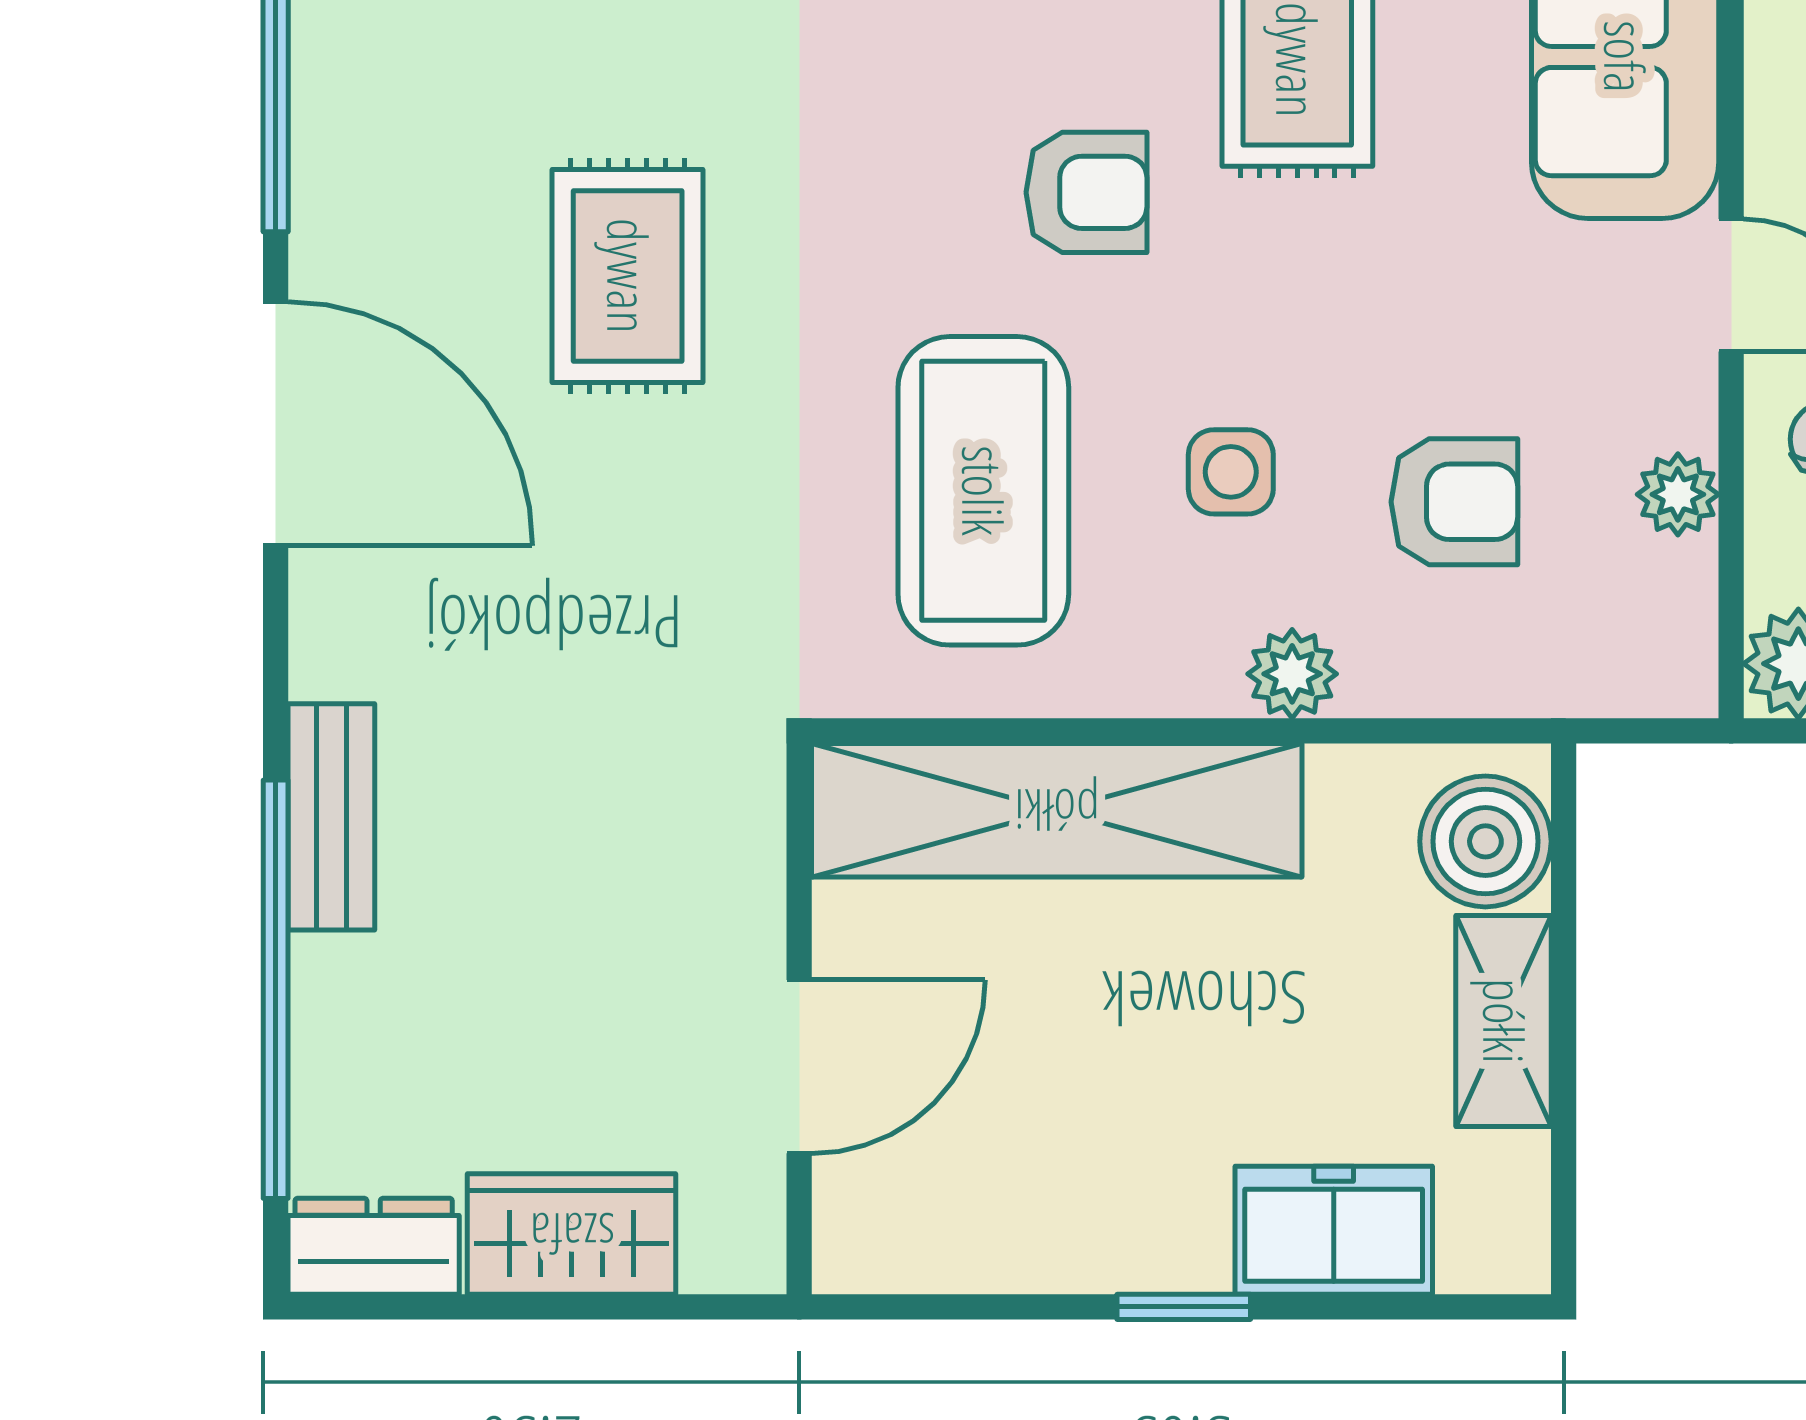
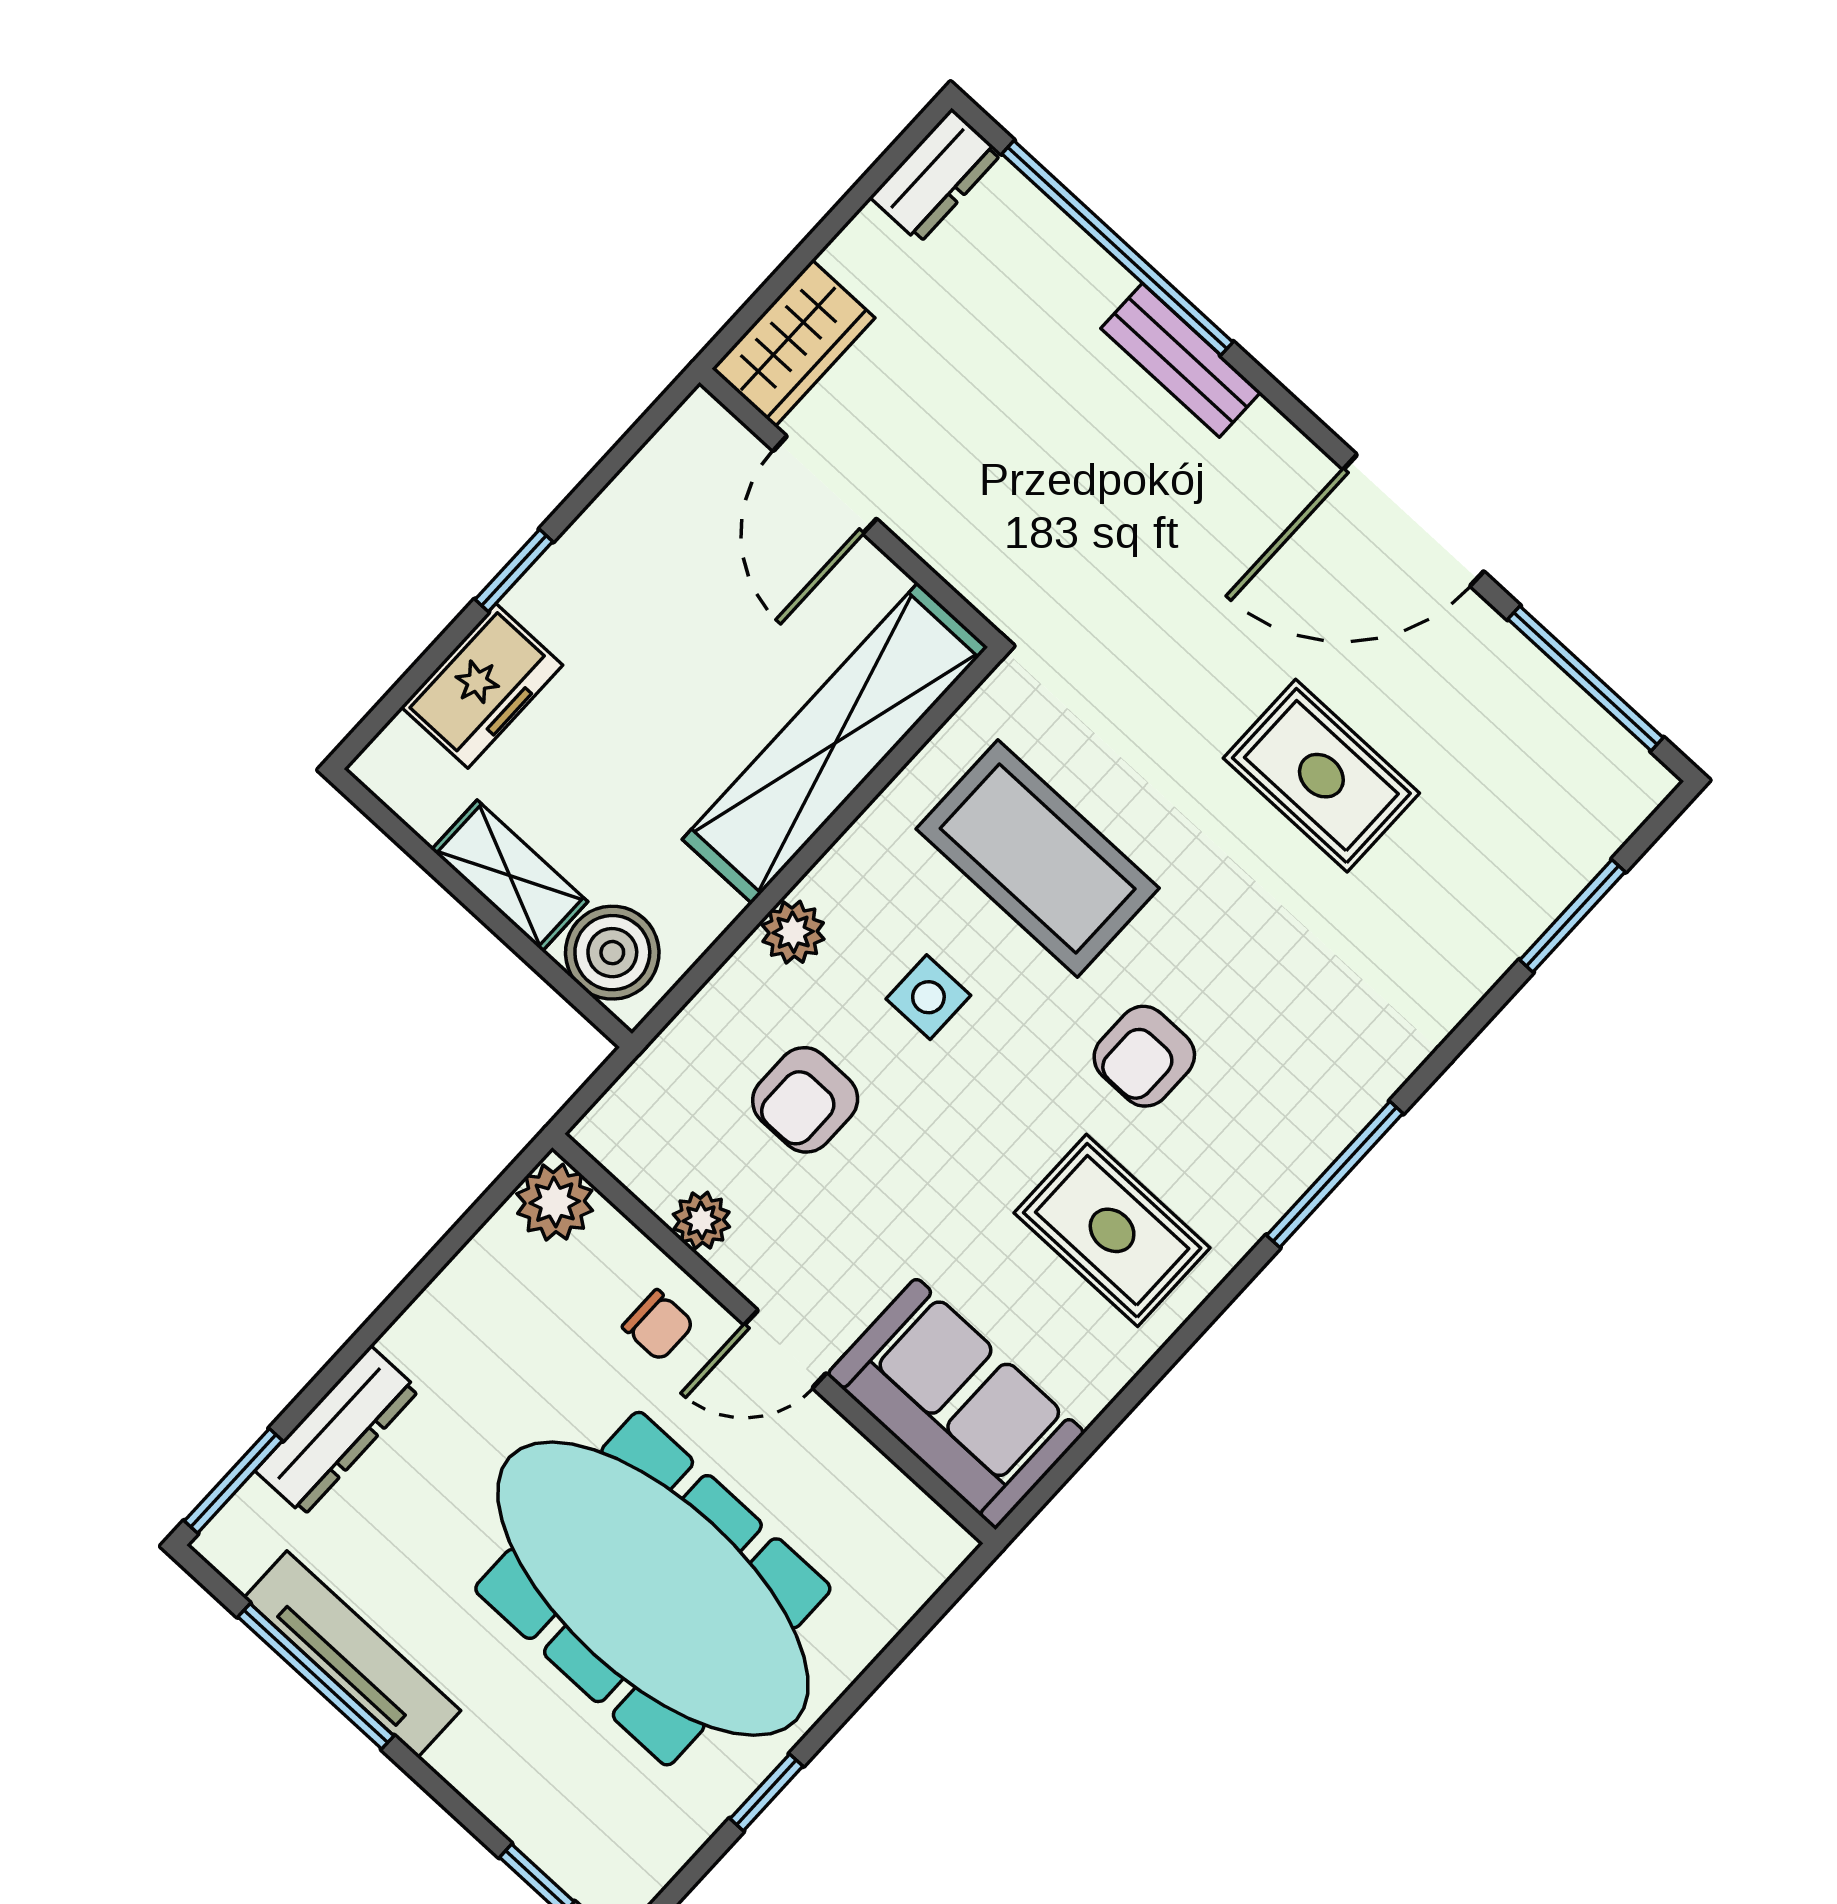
wardrobe: (572, 1234) -> (793, 343), moved

